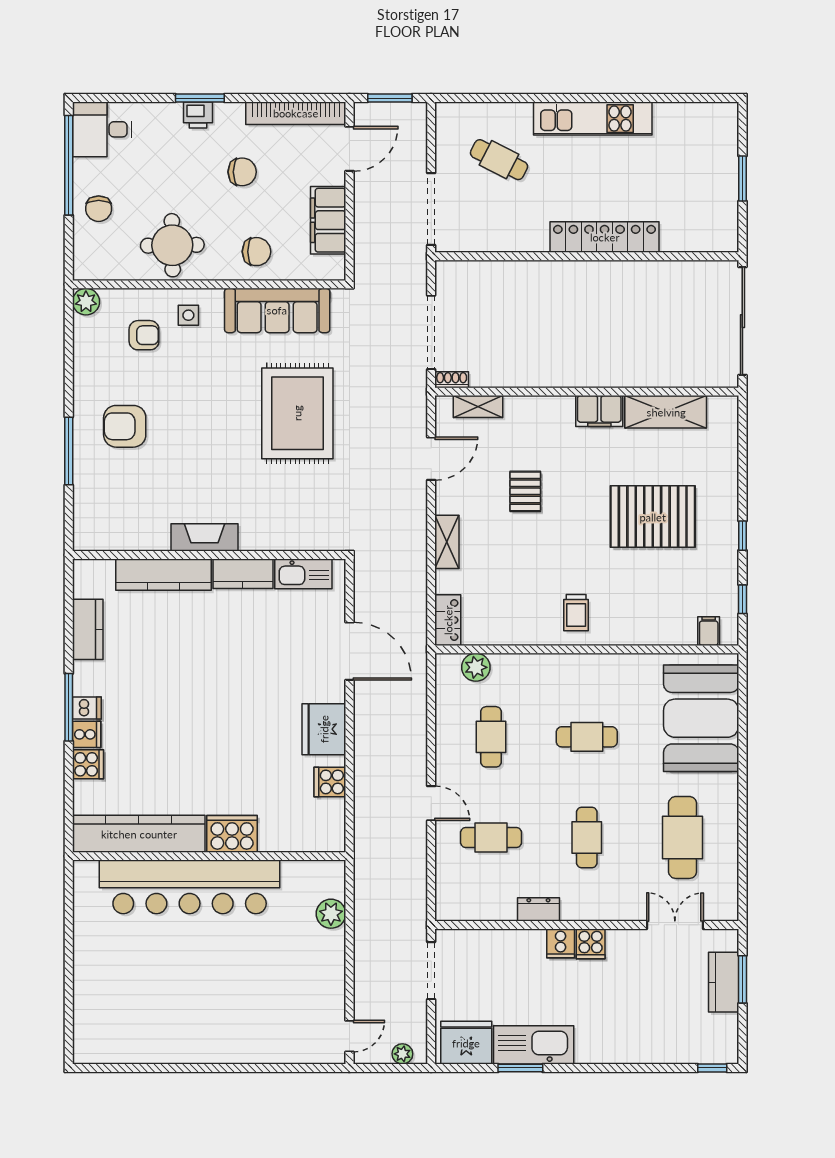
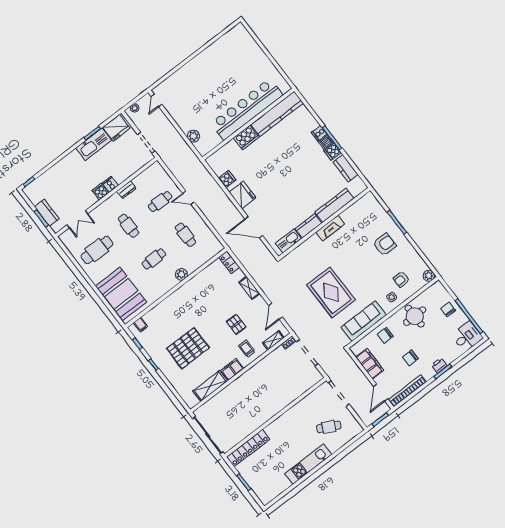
locker: (605, 237) -> (248, 448), moved
trolley: (576, 613) -> (247, 349), moved
plant: (476, 667) -> (181, 274), moved
cooker: (88, 764) -> (333, 152), moved
cafe table: (683, 837) -> (97, 250), turned 90

